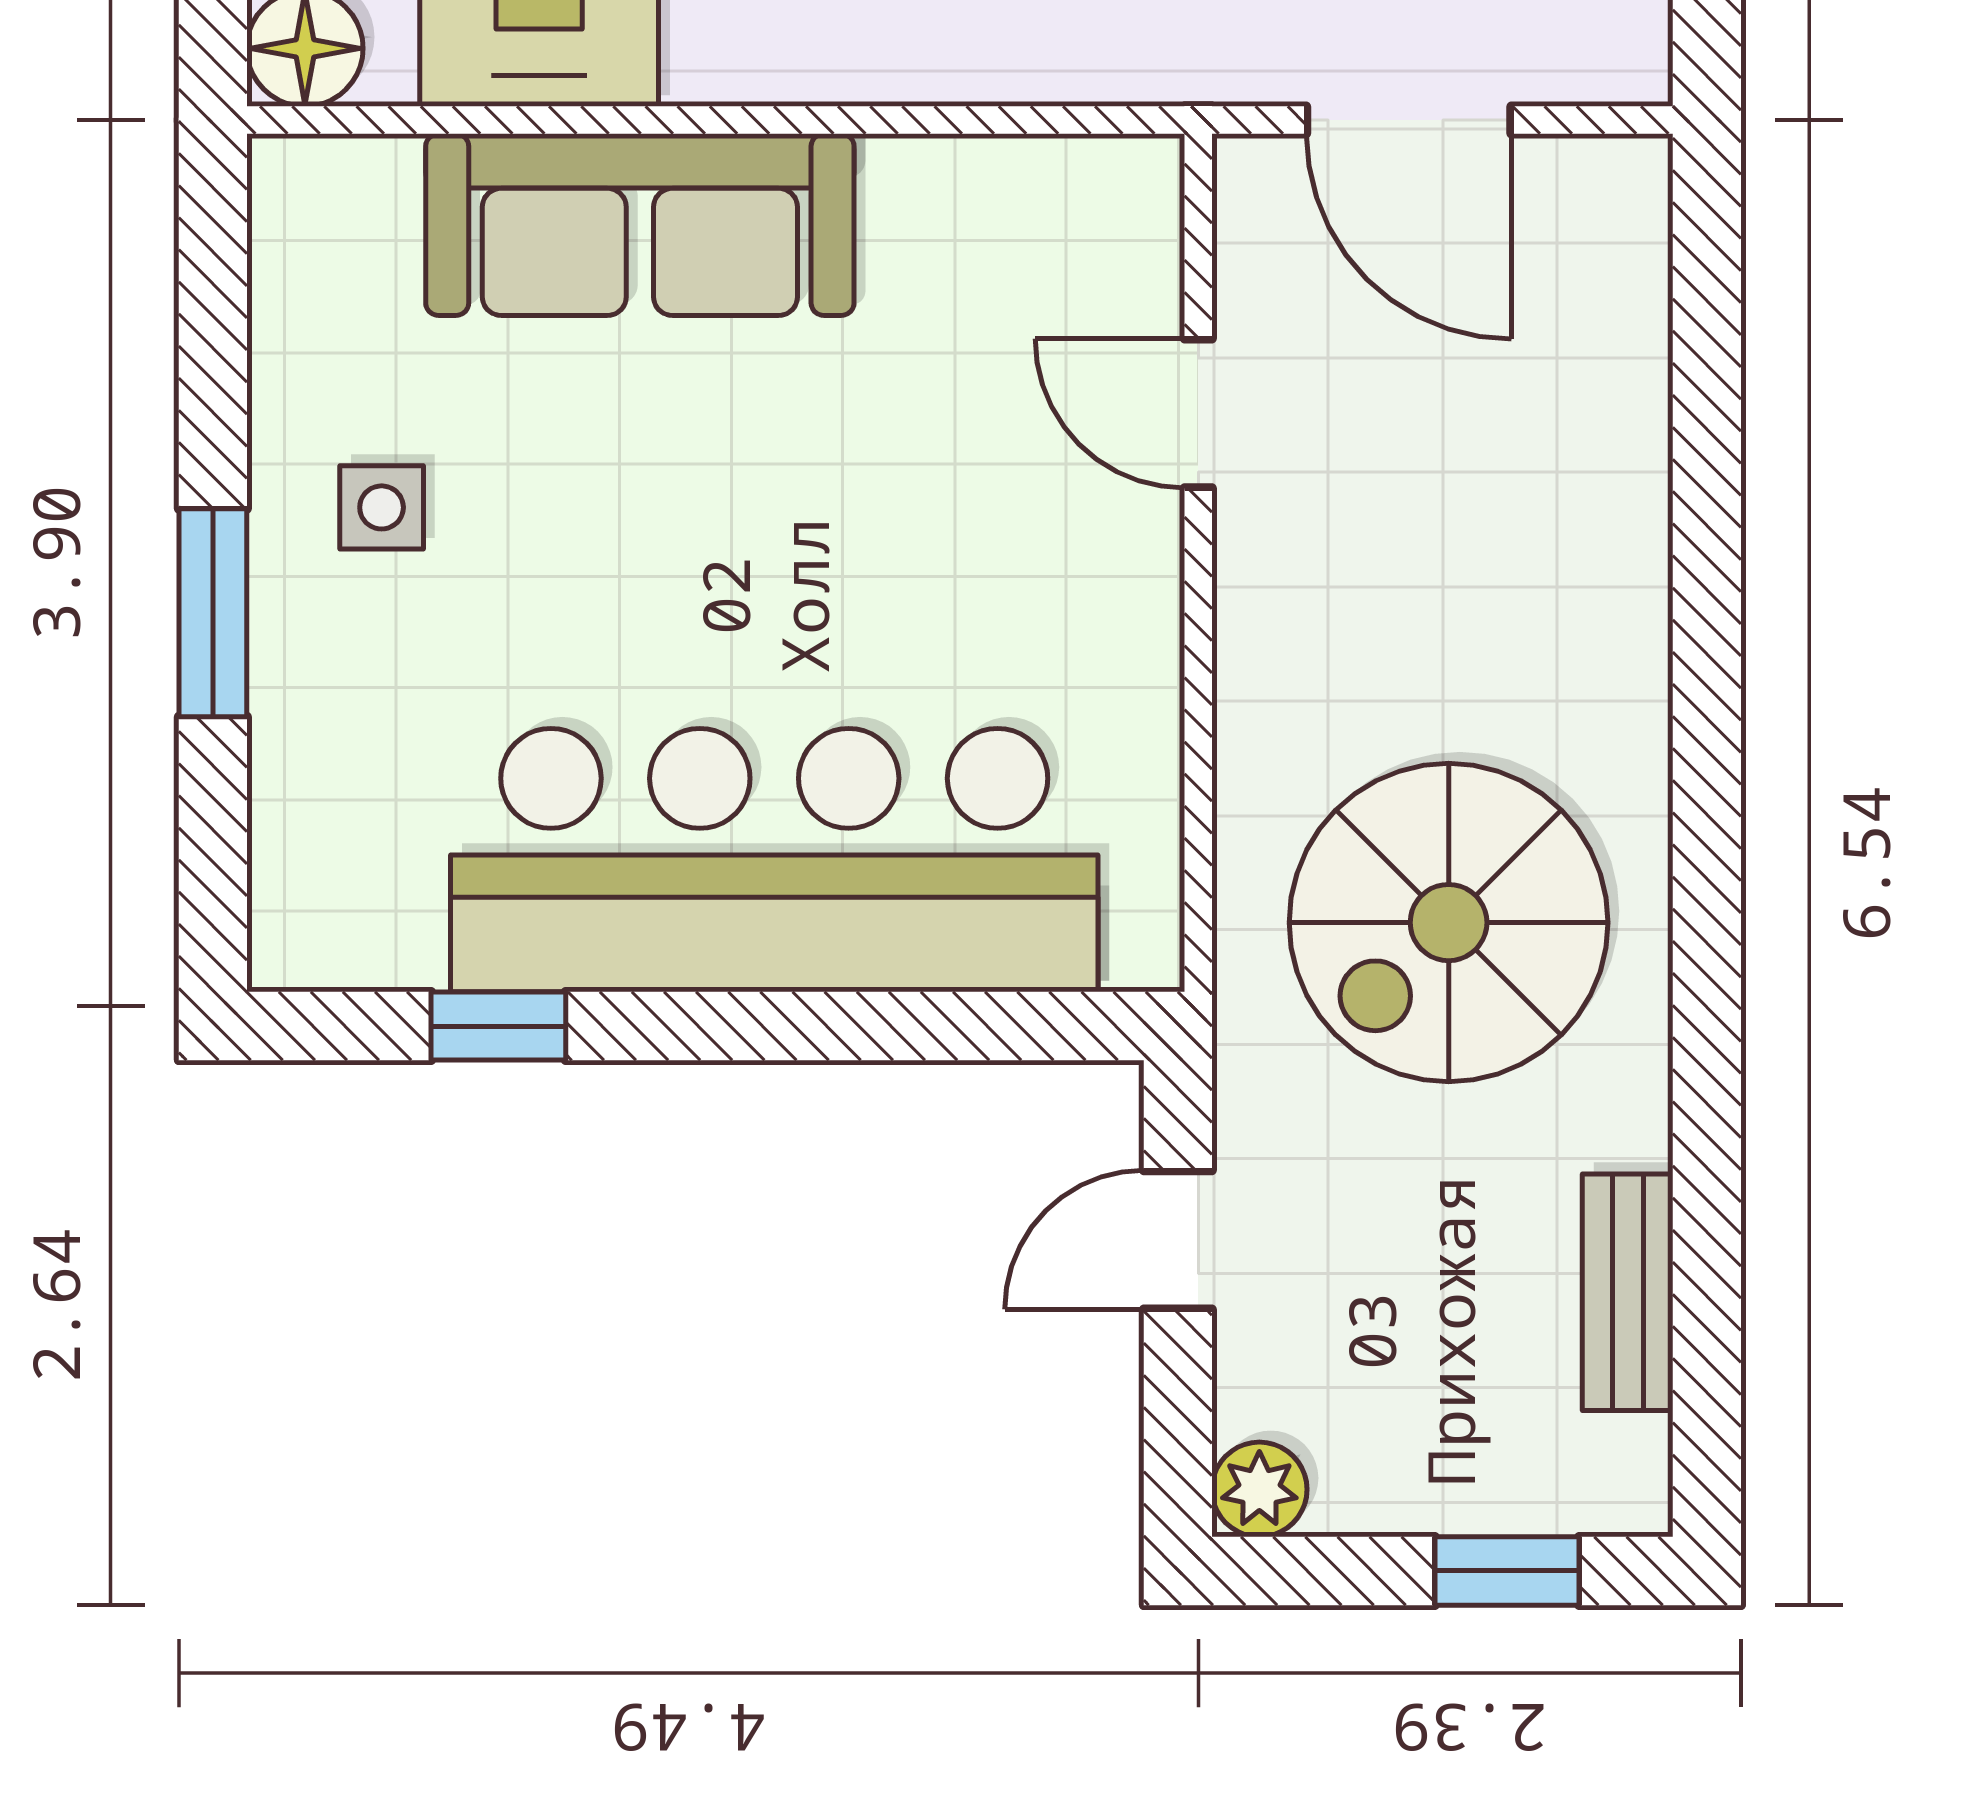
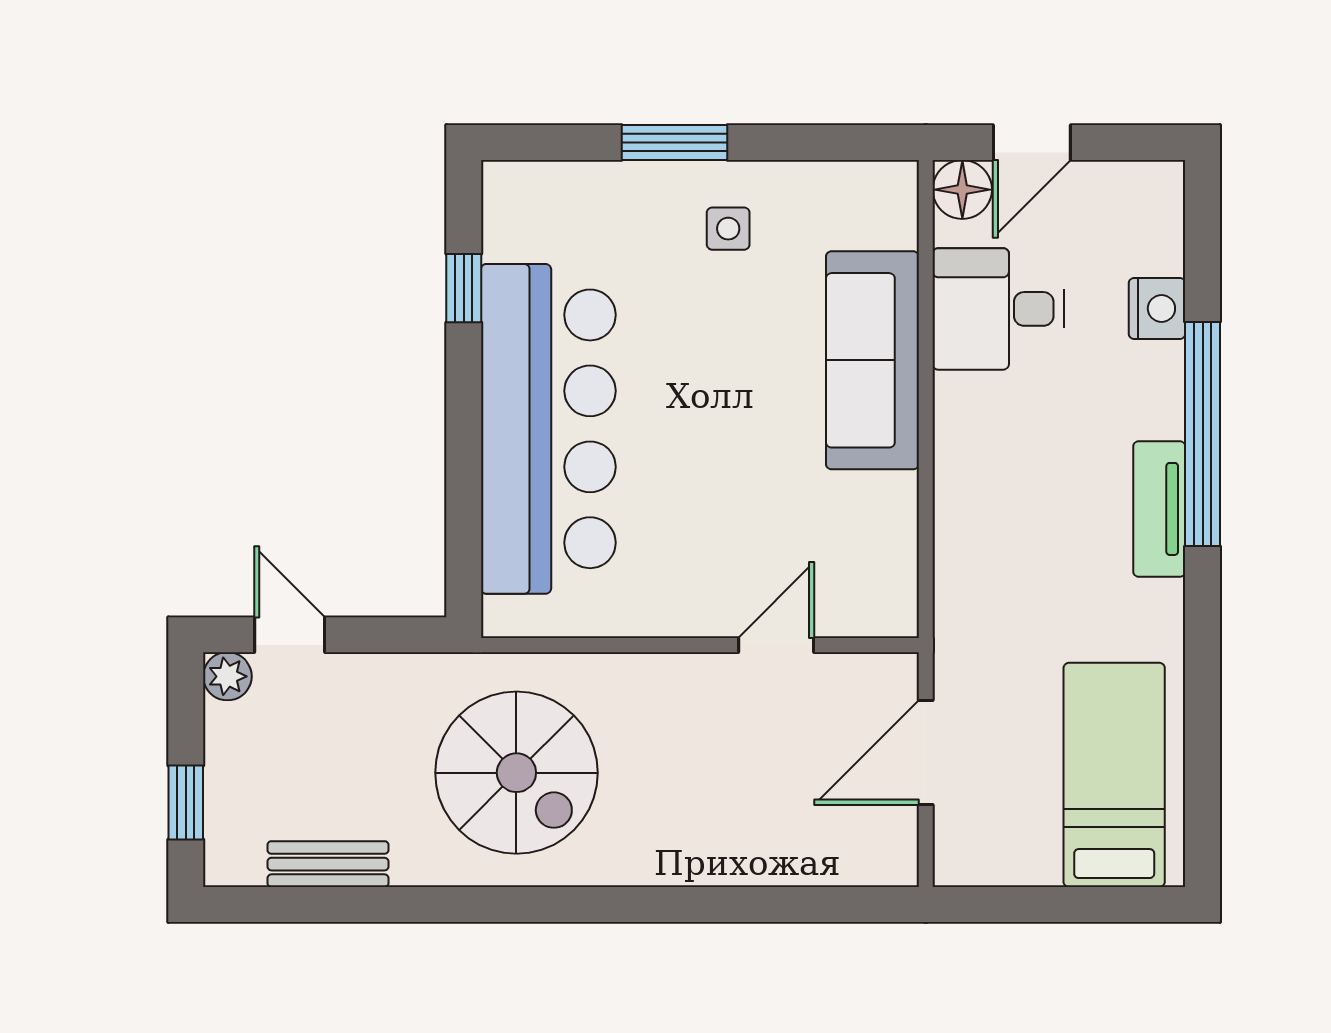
spiral stairs: (1449, 923) -> (516, 773), turned 180
door: (1178, 1240) -> (290, 635), moved

